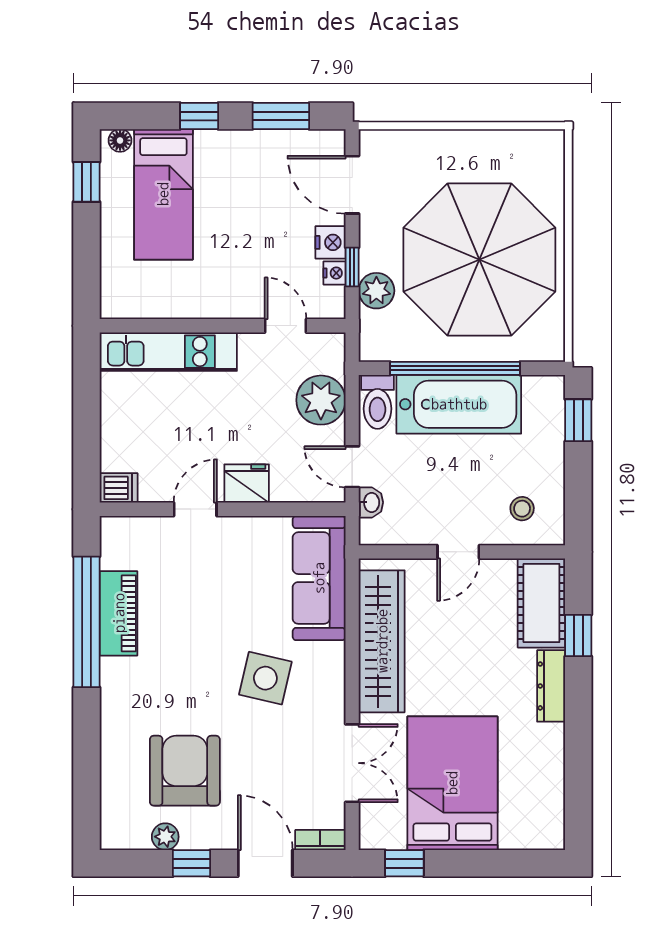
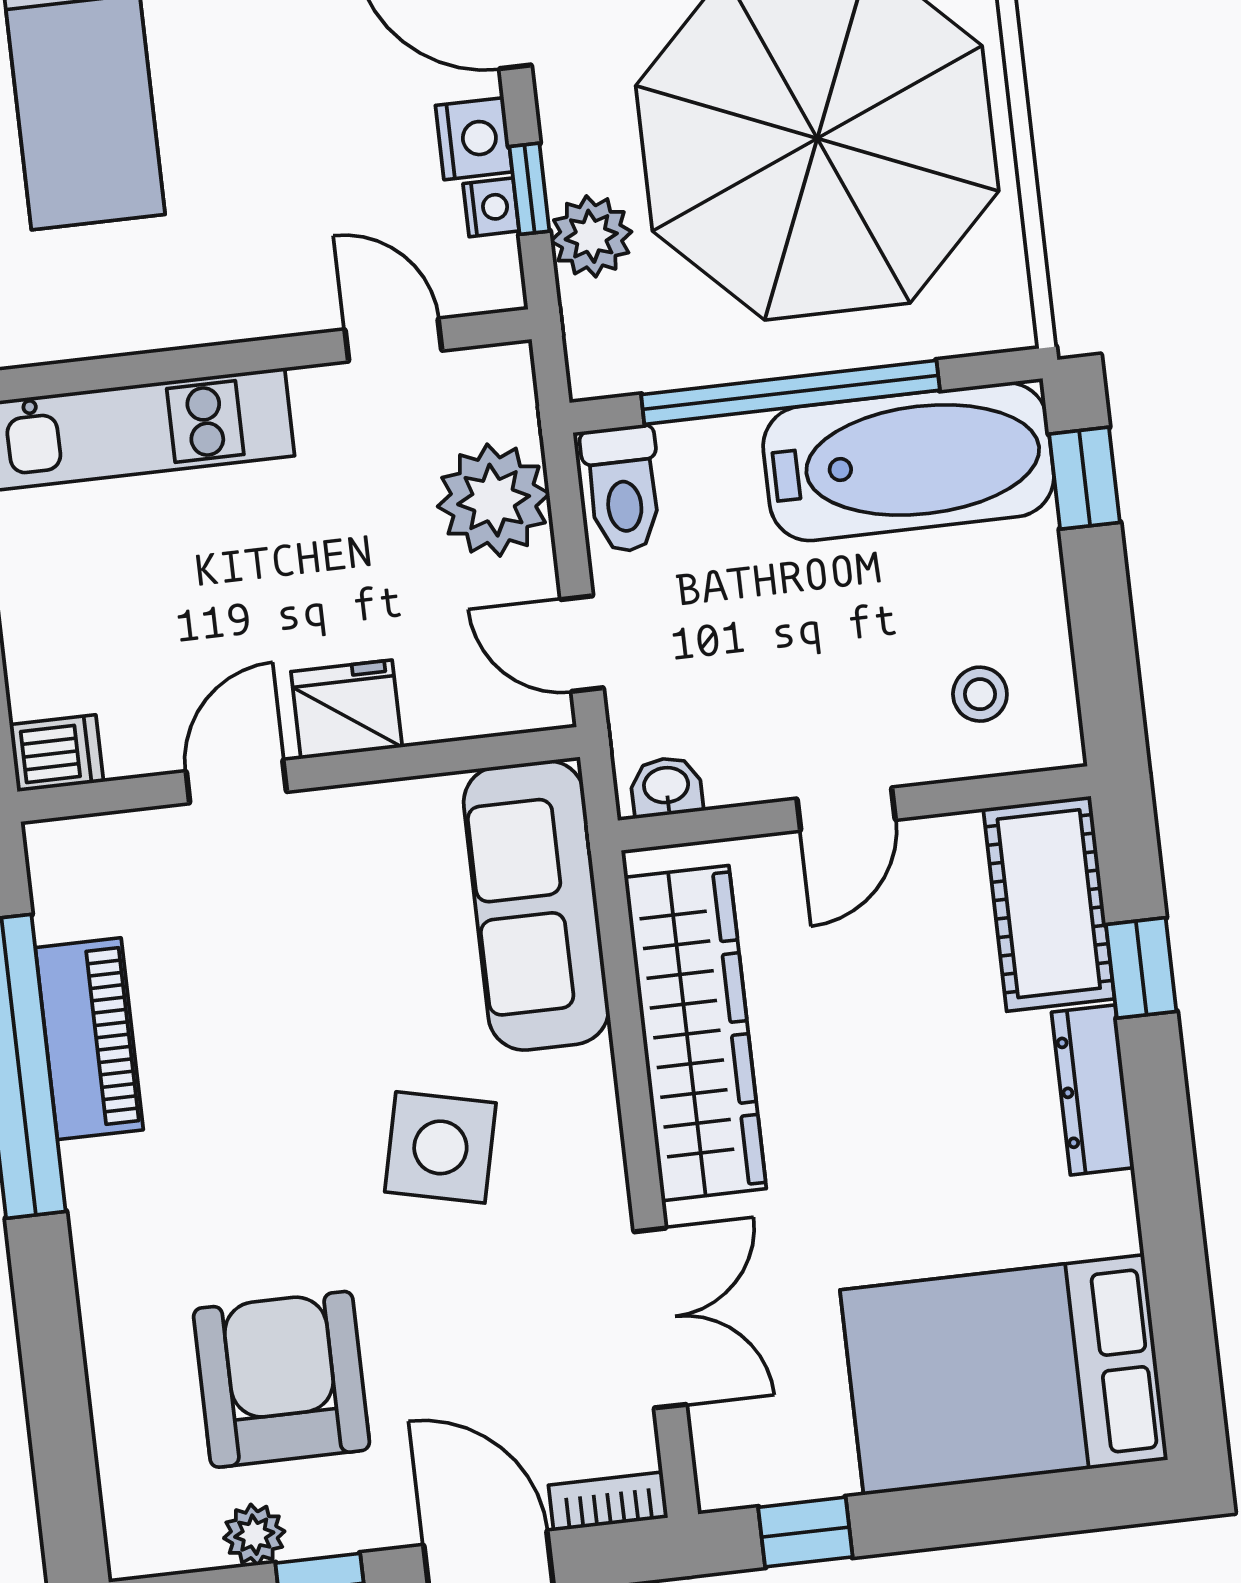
bathtub: (459, 404) -> (909, 462), moved
washbasin: (371, 502) -> (666, 787), moved, turned -90
bed: (452, 783) -> (1004, 1375), moved, turned -90

